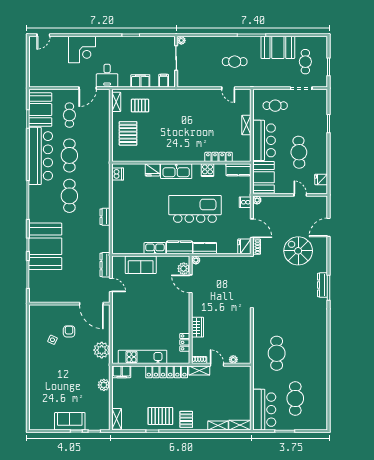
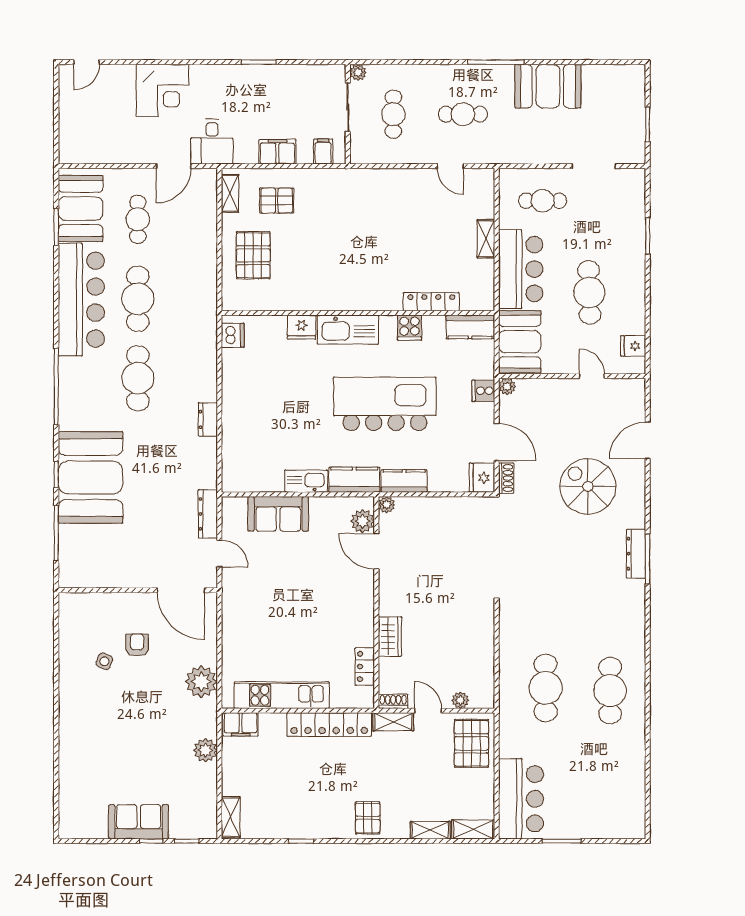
cafe table: (305, 62) -> (393, 114), moved
cafe table: (295, 398) -> (610, 691), moved
pallet: (160, 416) -> (471, 743), moved, turned 90

